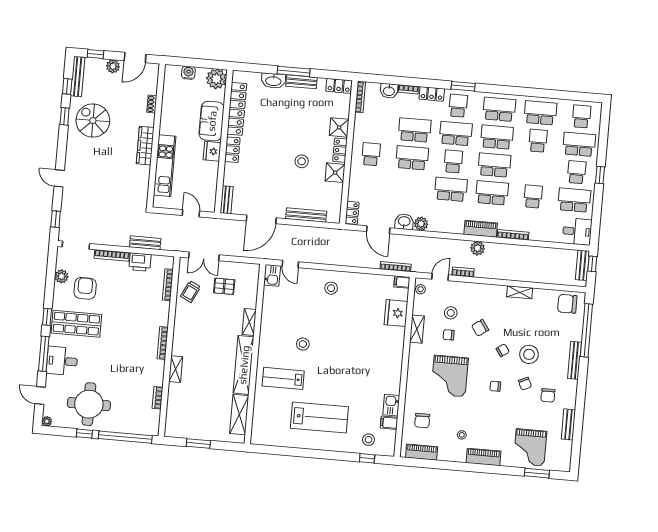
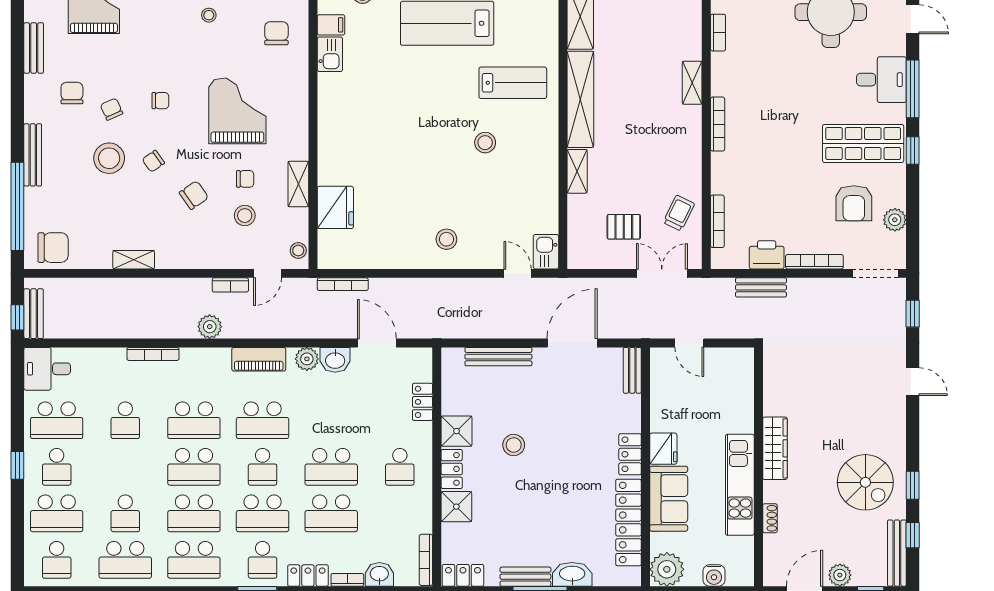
kitchen unit: (165, 166) -> (740, 485), moved
locker: (352, 213) -> (423, 402), moved
piano: (481, 229) -> (259, 359), moved
filing cabinet: (402, 282) -> (330, 260), removed

